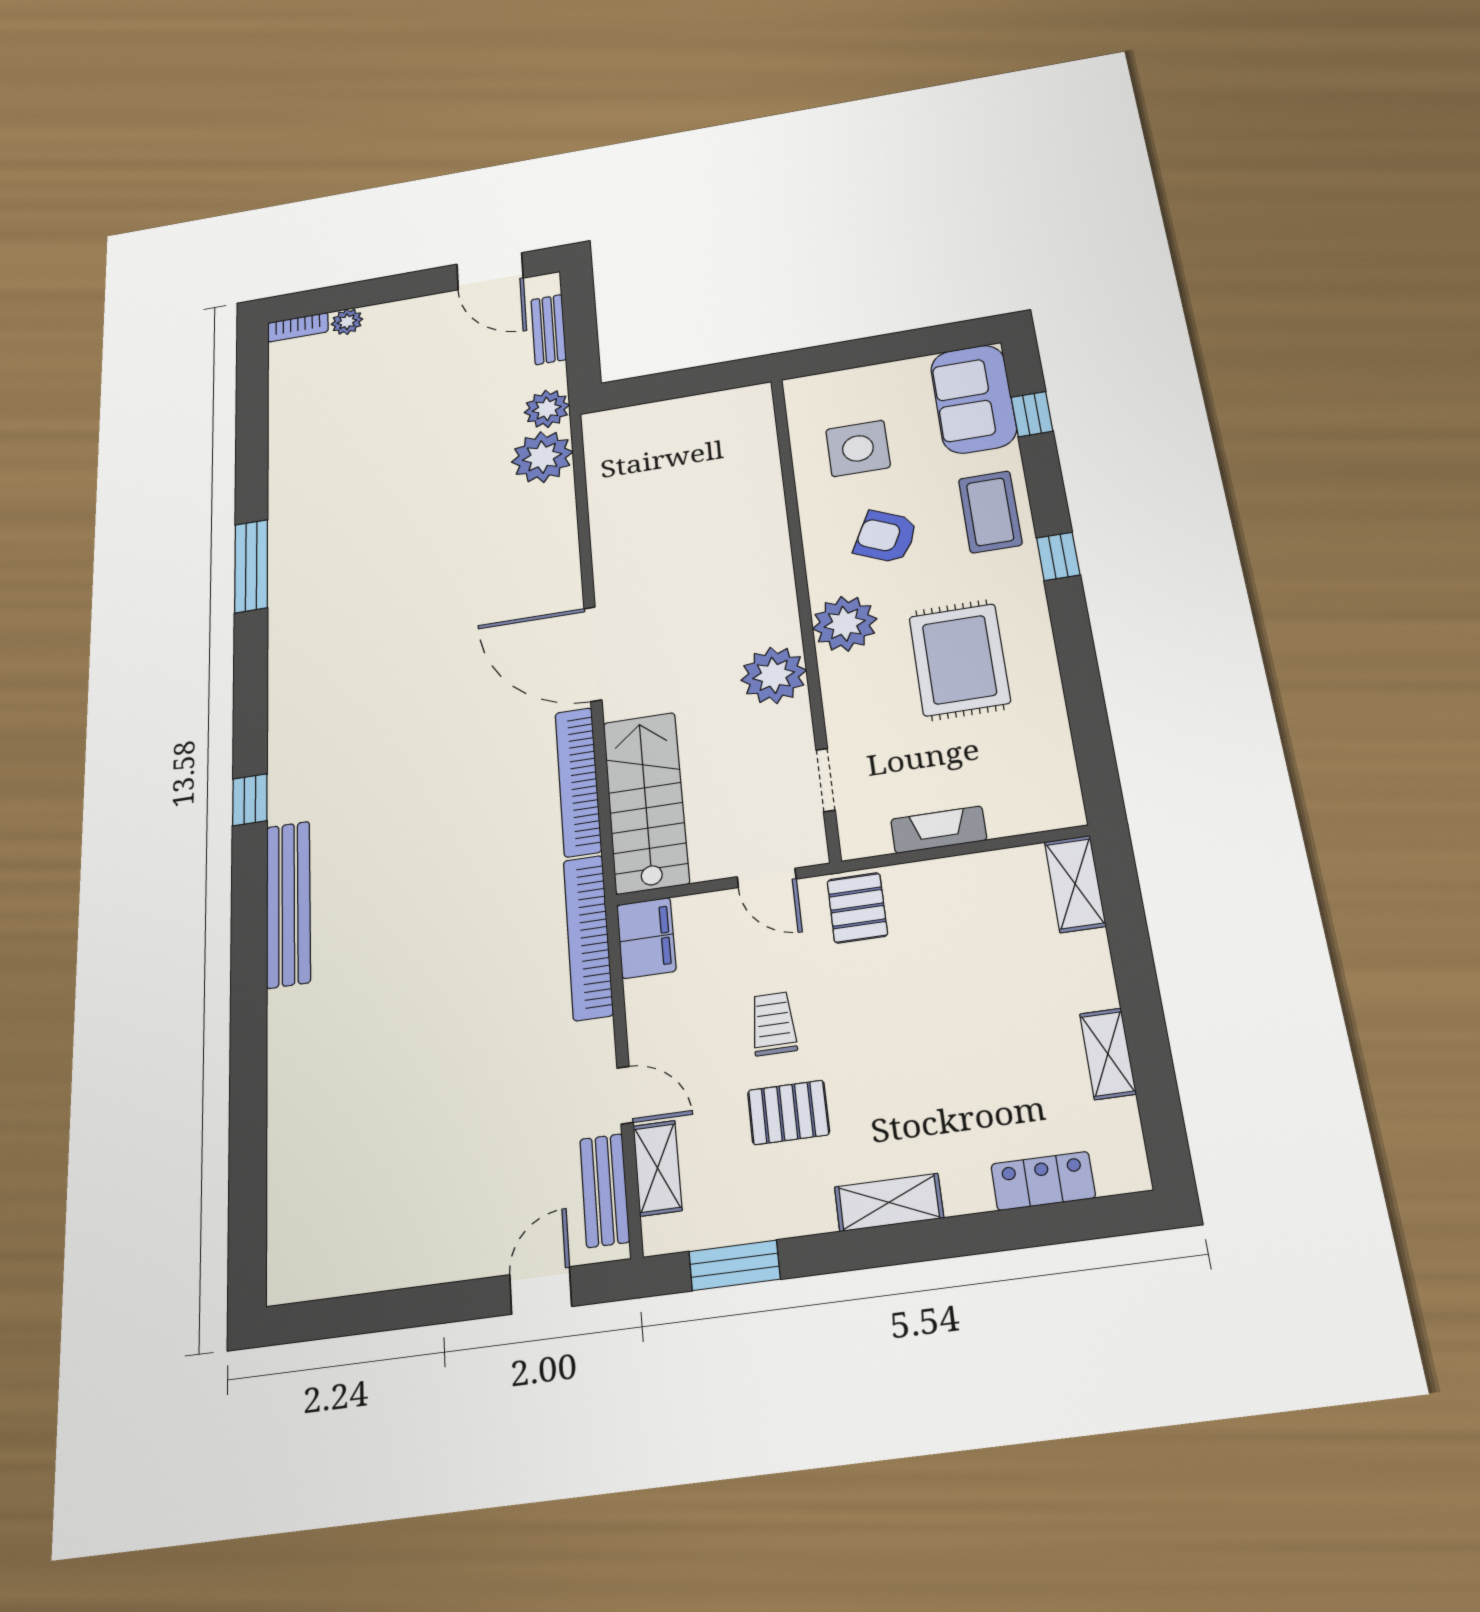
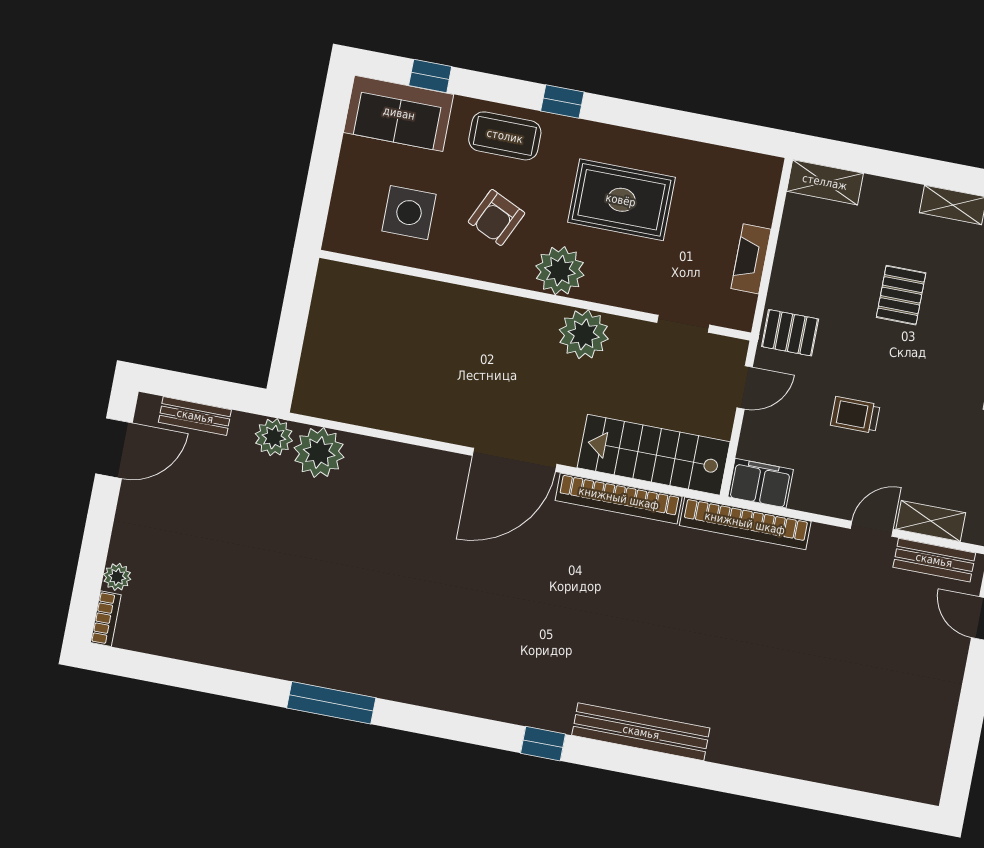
pallet: (788, 1112) -> (901, 295), moved

